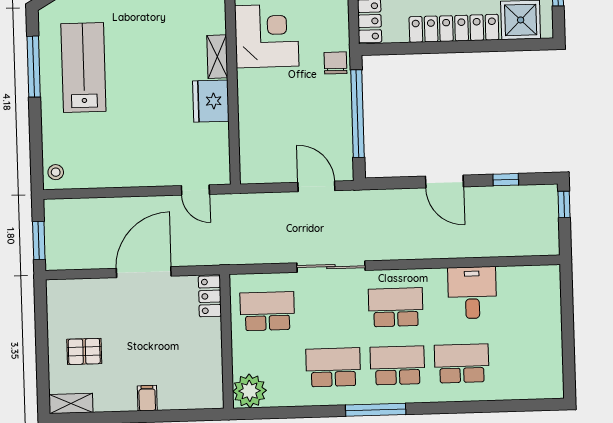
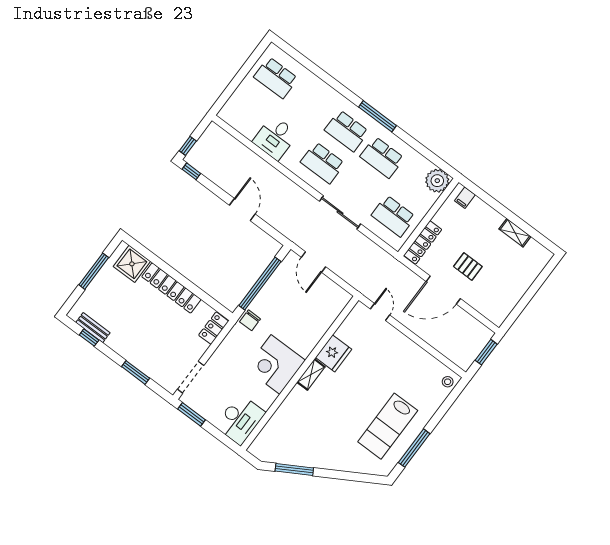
window: (506, 180) -> (191, 171), moved
locker: (210, 296) -> (423, 242), width x1.53
pallet: (84, 351) -> (468, 266), moved
school desk: (462, 363) -> (276, 78), moved
filing cabinet: (147, 398) -> (465, 198), moved
shelving: (71, 403) -> (515, 233), moved

